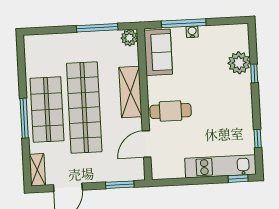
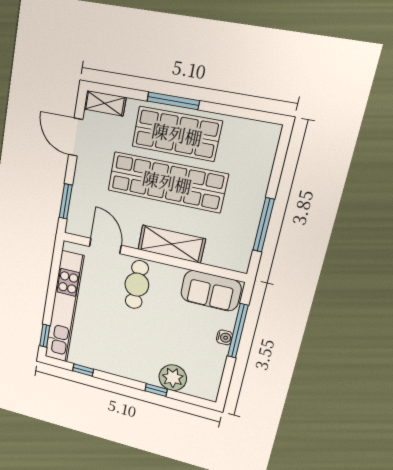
plant: (129, 38) -> (239, 261), removed
kitchen unit: (221, 166) -> (64, 307), width x1.36

